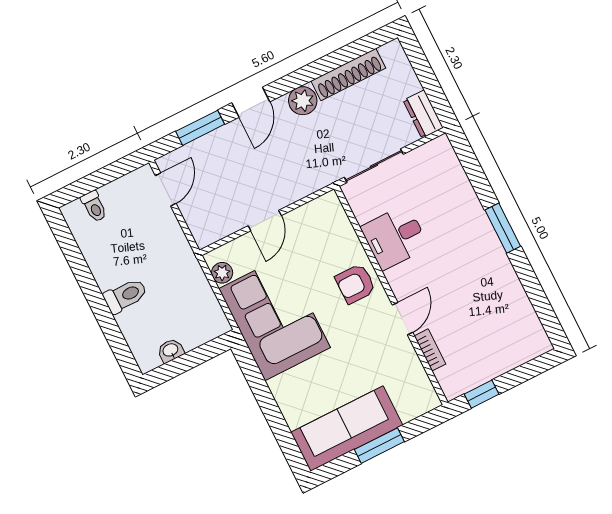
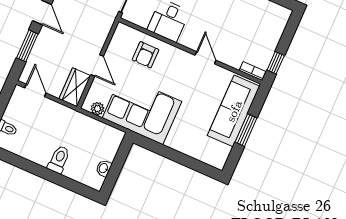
wardrobe: (216, 225) -> (75, 87), added
armchair: (355, 284) -> (145, 55), moved
bookcase: (430, 350) -> (253, 71), moved
sofa: (347, 429) -> (234, 111), moved

